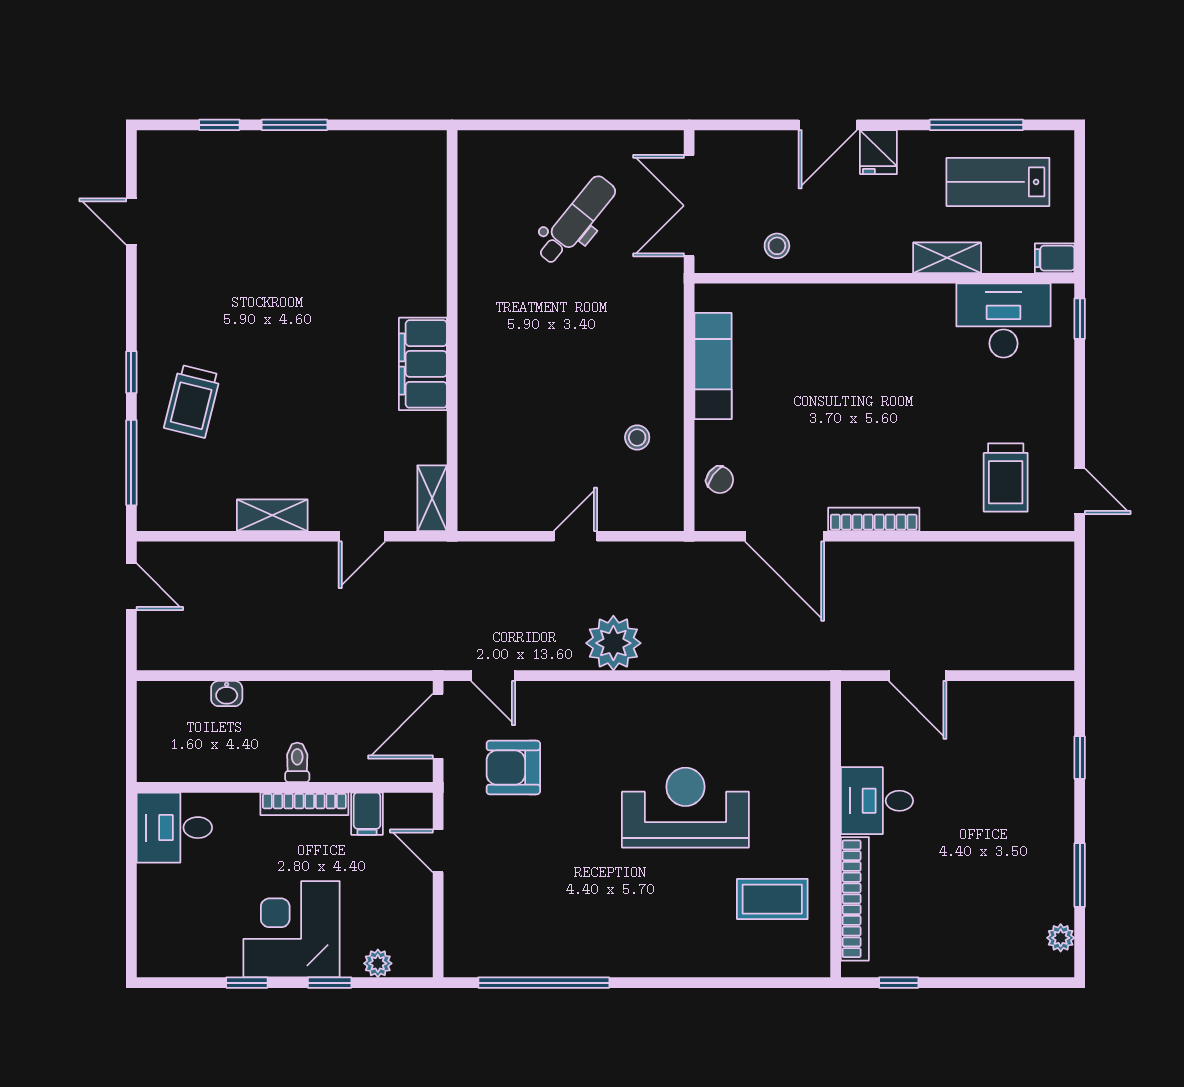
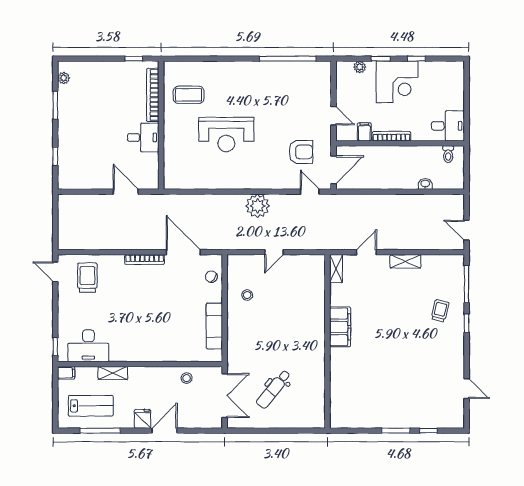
trolley: (192, 401) -> (440, 311), width x0.73, depth x0.72
toilet: (297, 762) -> (448, 154), moved

